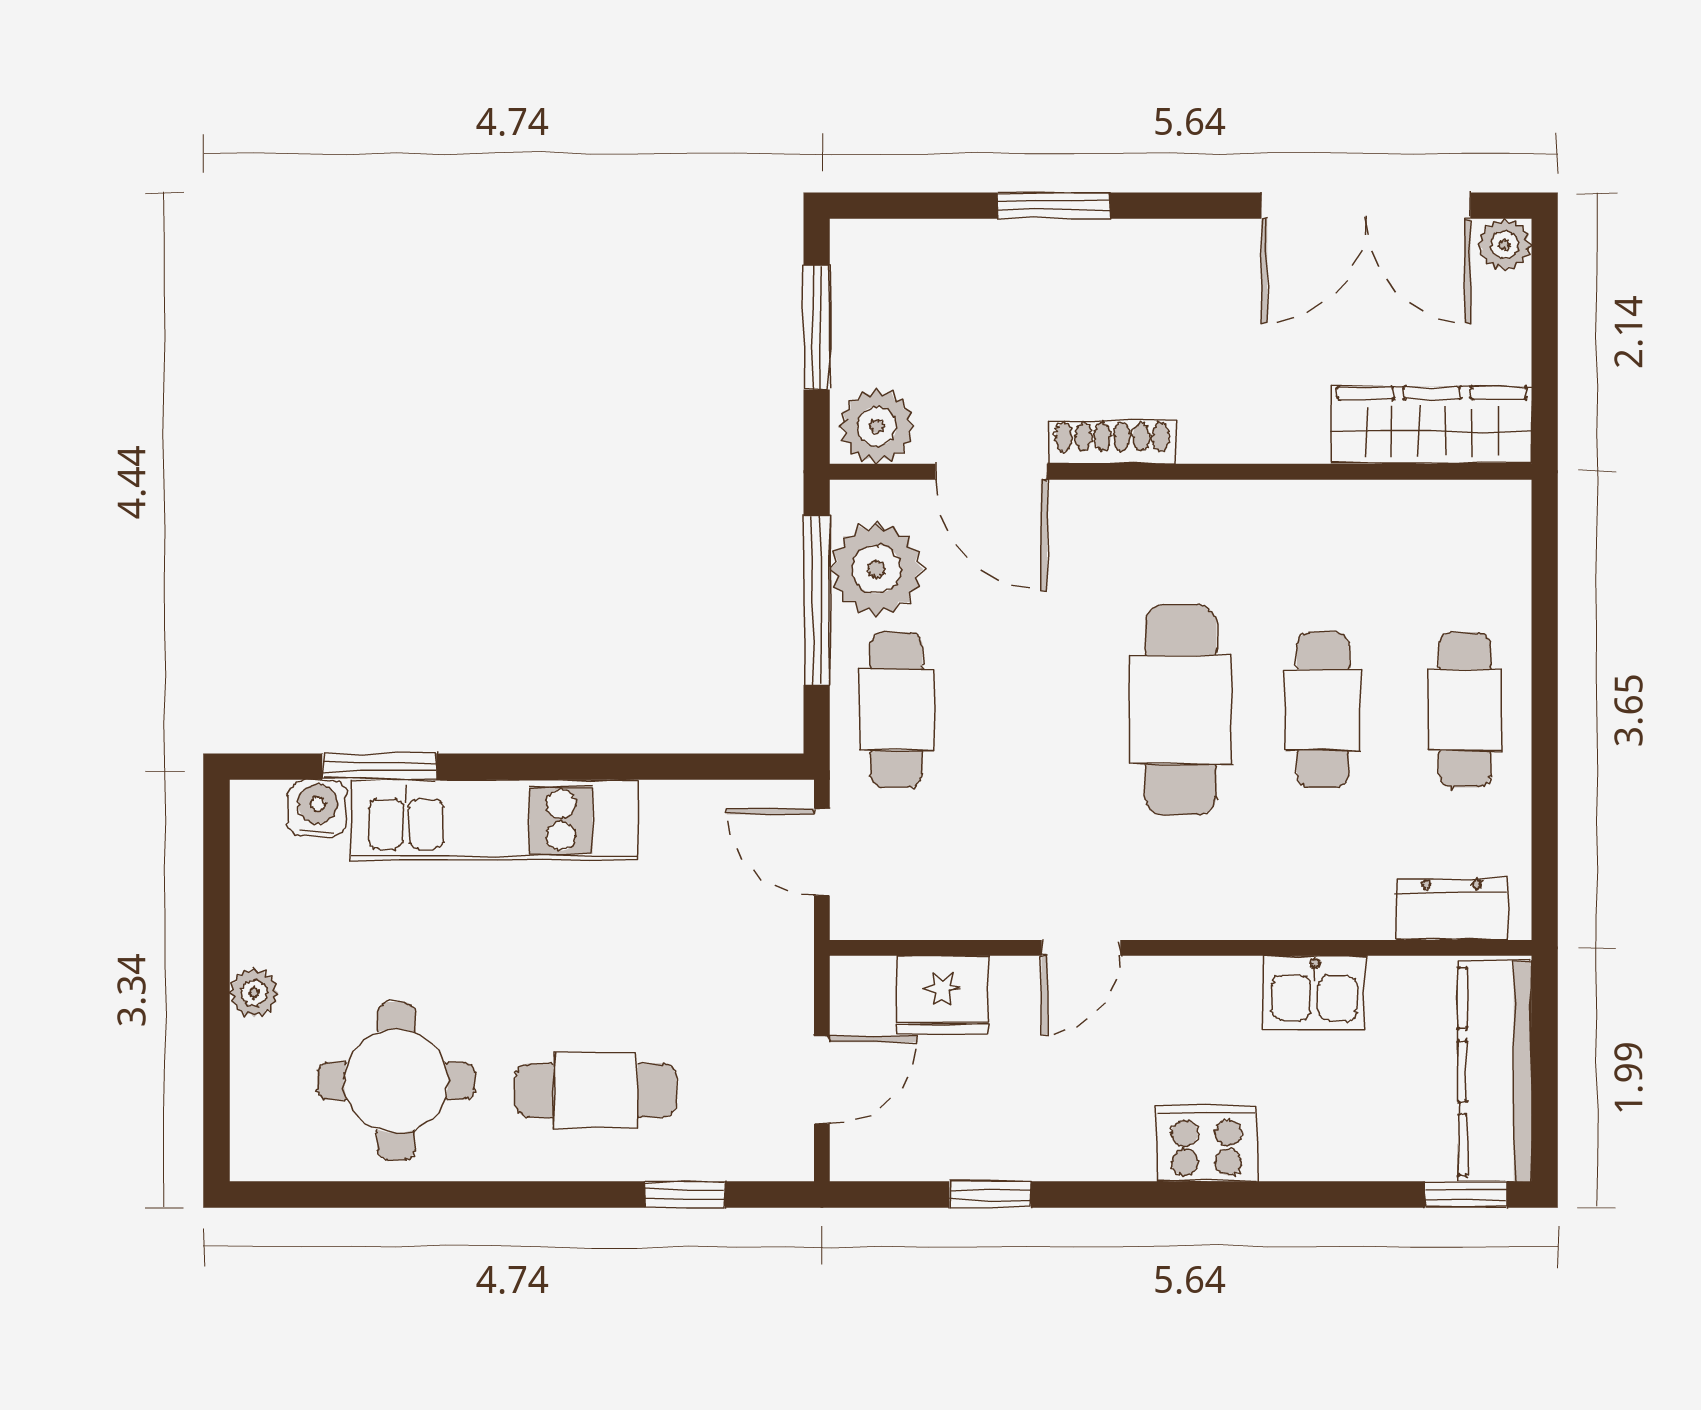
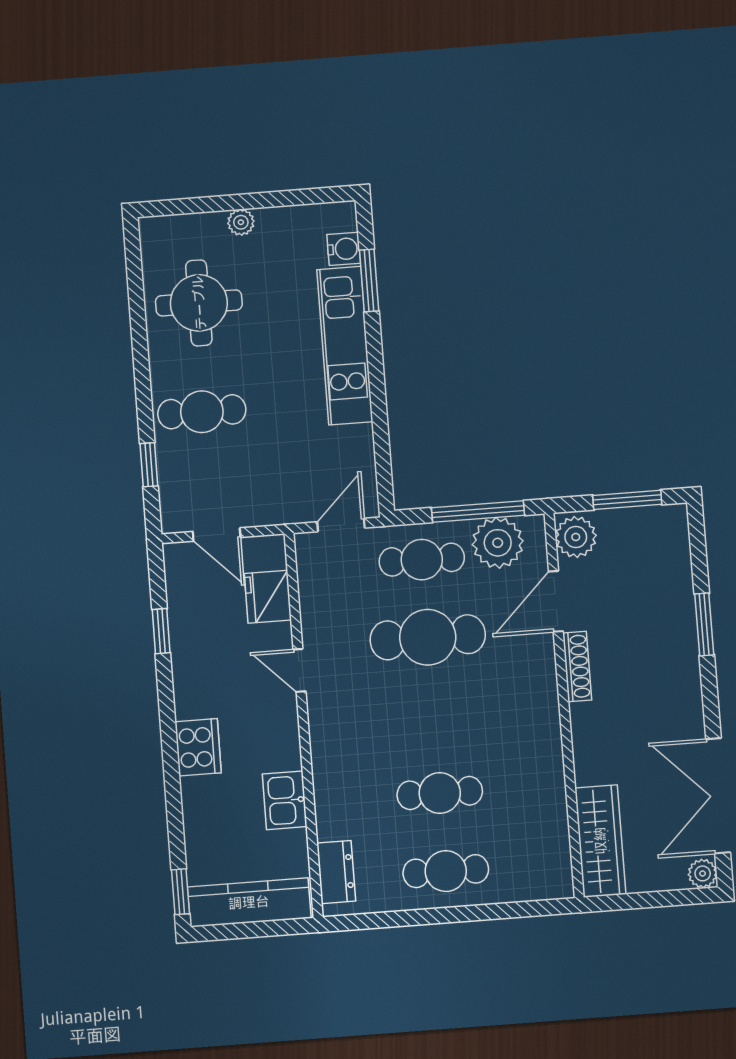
cafe table: (1181, 710) -> (428, 637), moved
cafe table: (596, 1090) -> (202, 412), turned 90

